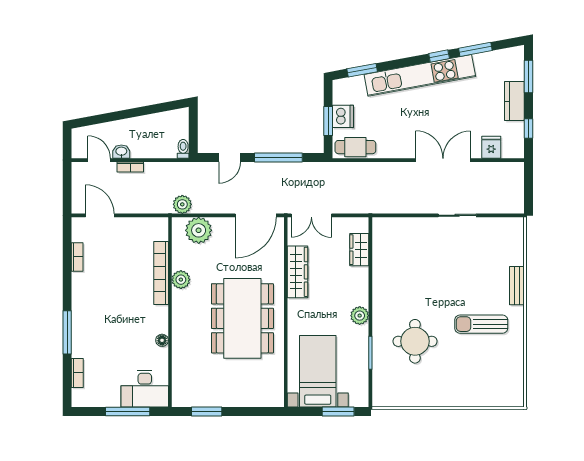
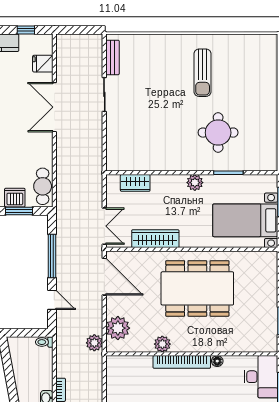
bookcase: (161, 273) -> (182, 362), moved
bench: (517, 286) -> (112, 57), moved, turned 90

